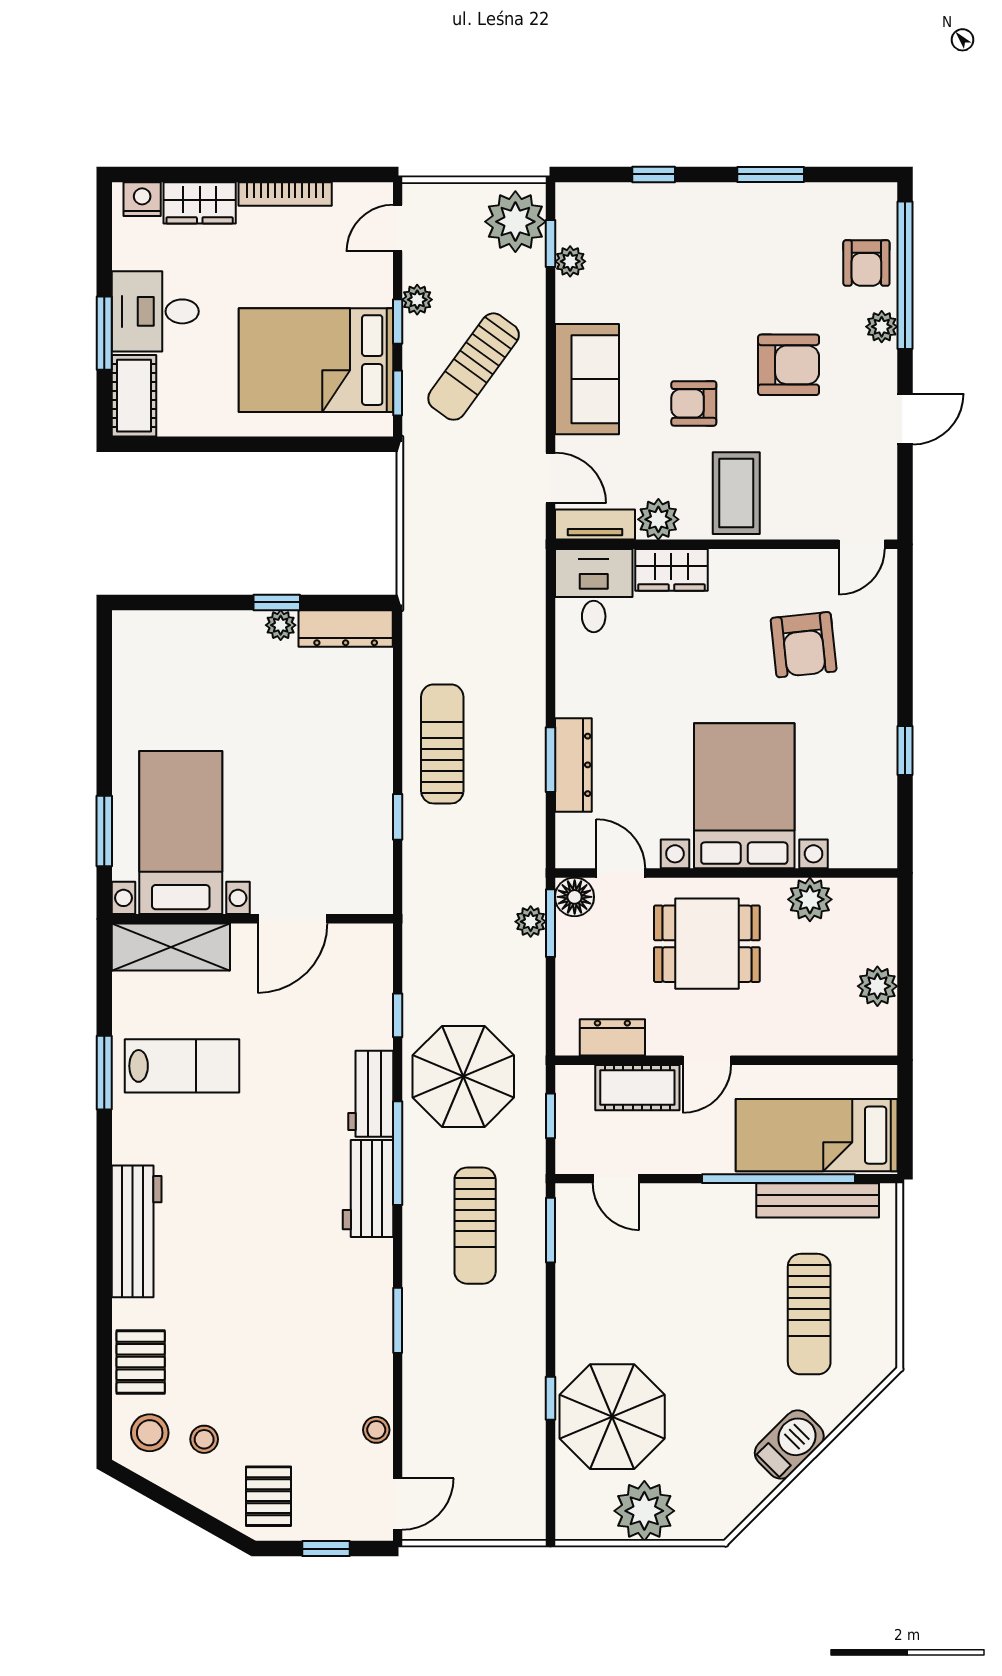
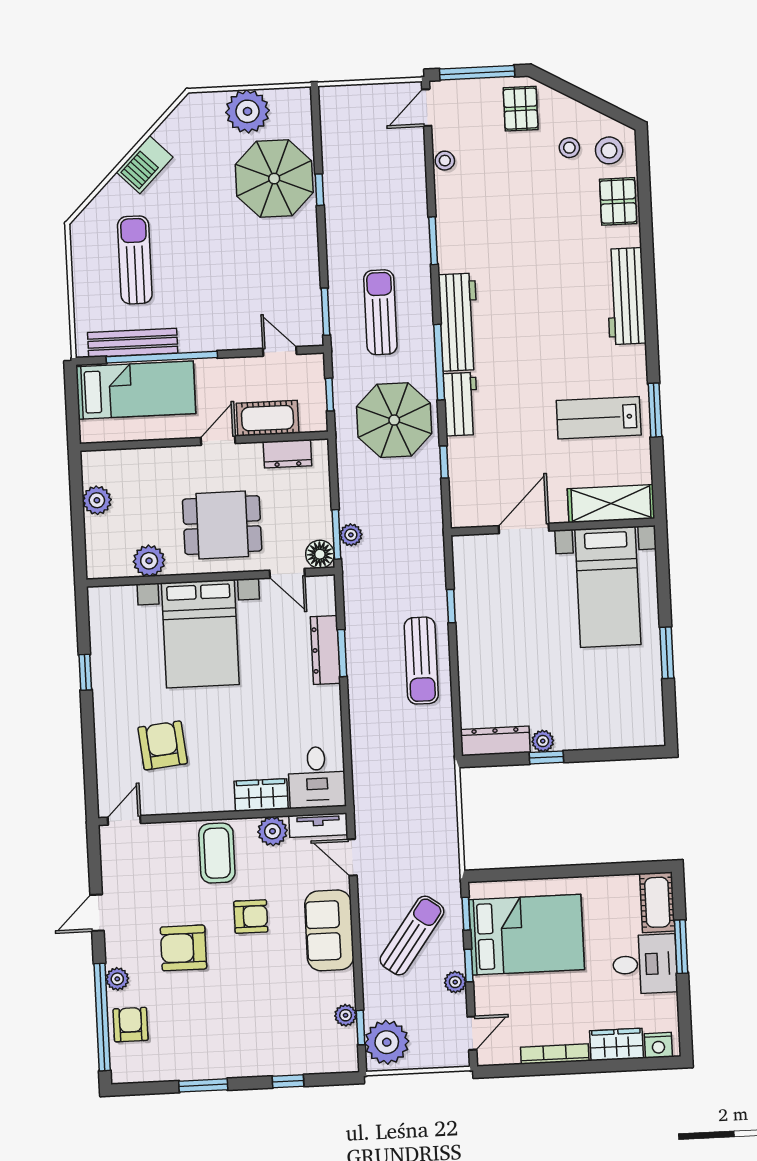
window: (104, 831) -> (667, 653), moved
workbench: (368, 1189) -> (459, 322), width x1.38
window: (326, 1549) -> (477, 73), width x2.17

